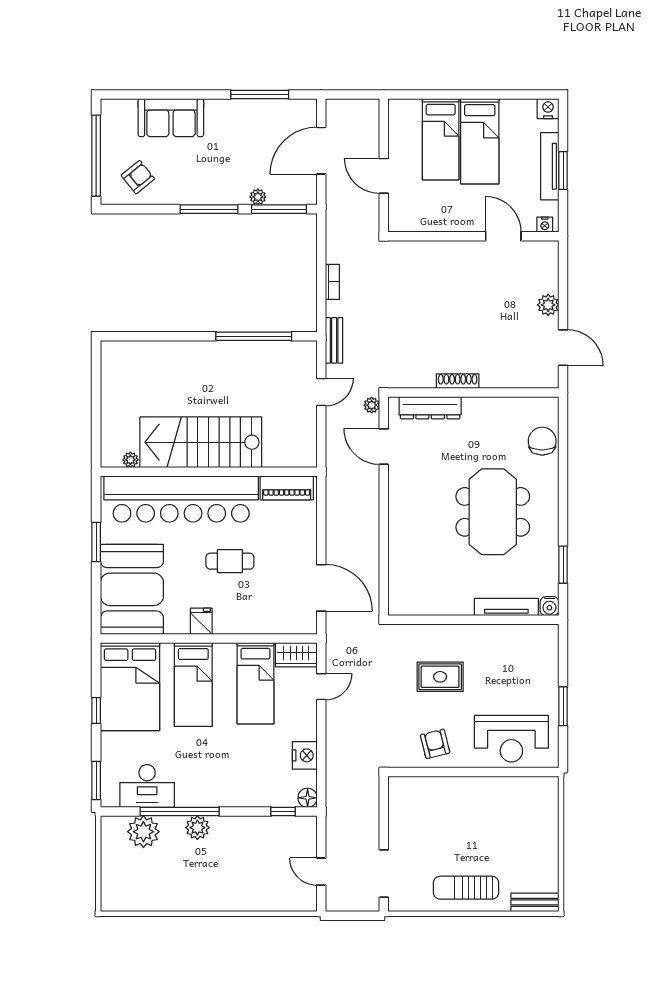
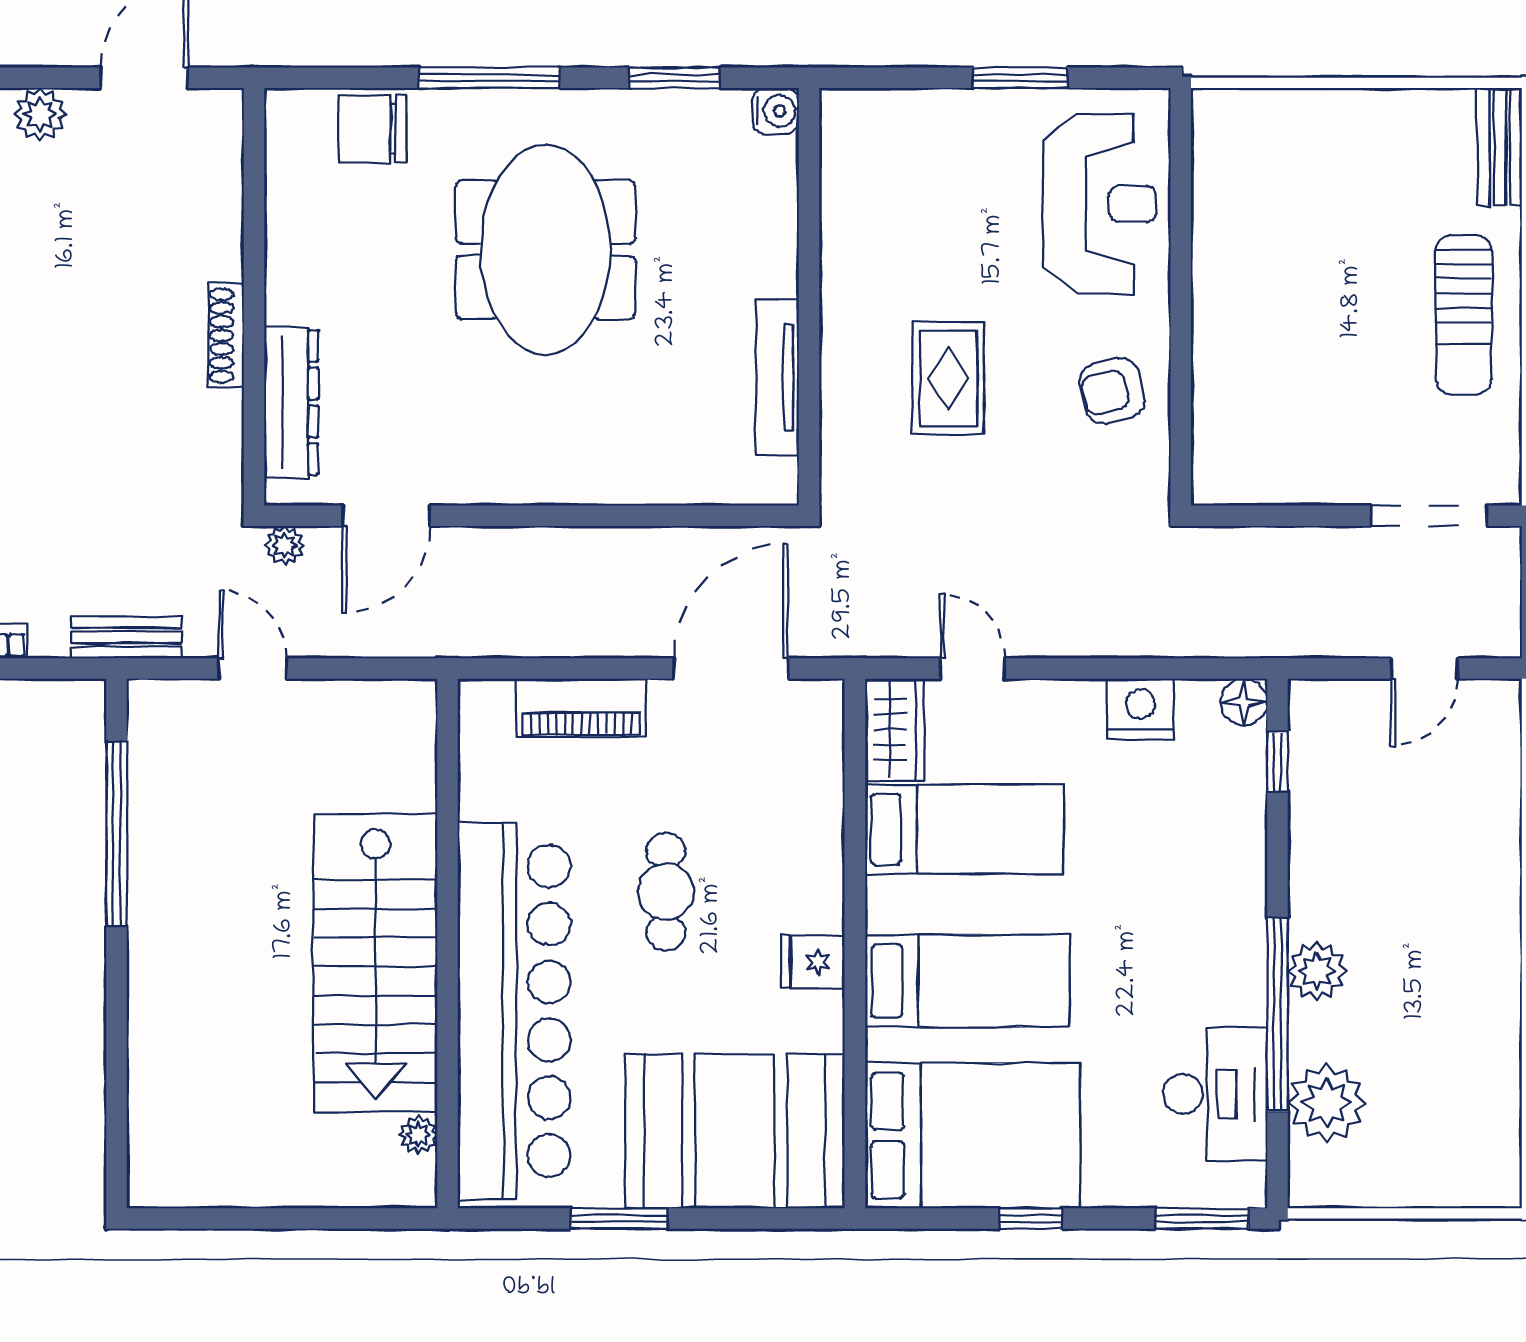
piano: (287, 488) -> (581, 708), moved, turned 90
window: (563, 489) -> (489, 78), added
meeting table: (493, 512) -> (545, 250), turned 90
tv unit: (506, 607) -> (778, 377), moved

